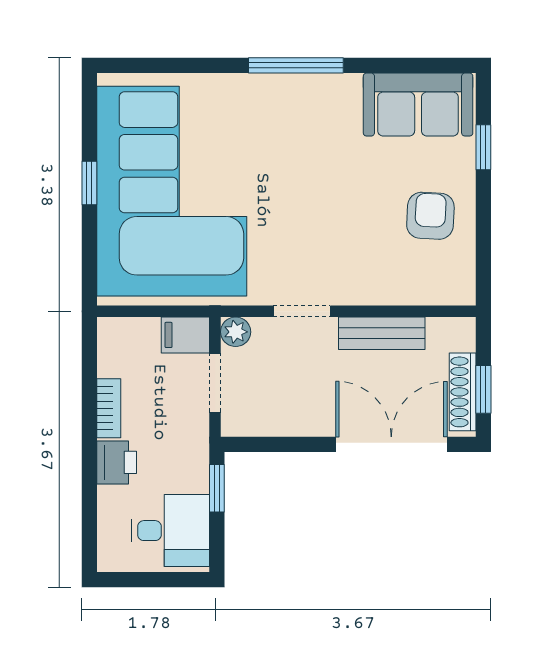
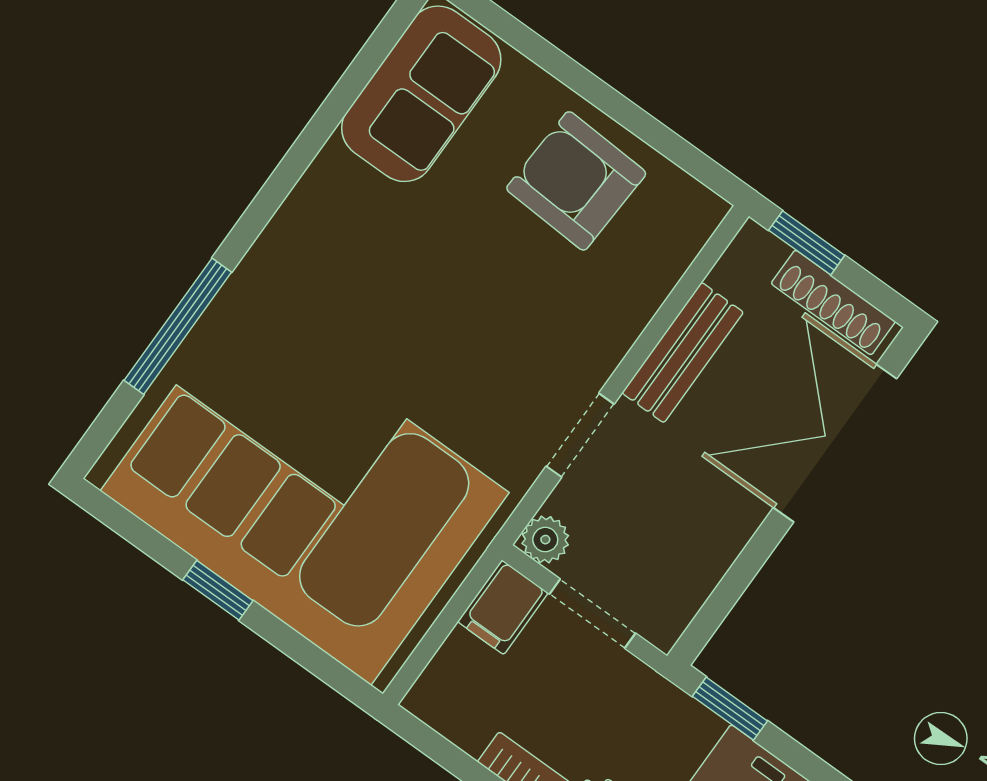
window: (296, 65) -> (178, 326), moved
window: (483, 147) -> (537, 49), removed
armchair: (430, 216) -> (576, 181), width x1.38, depth x1.38
window: (483, 389) -> (807, 243), moved

